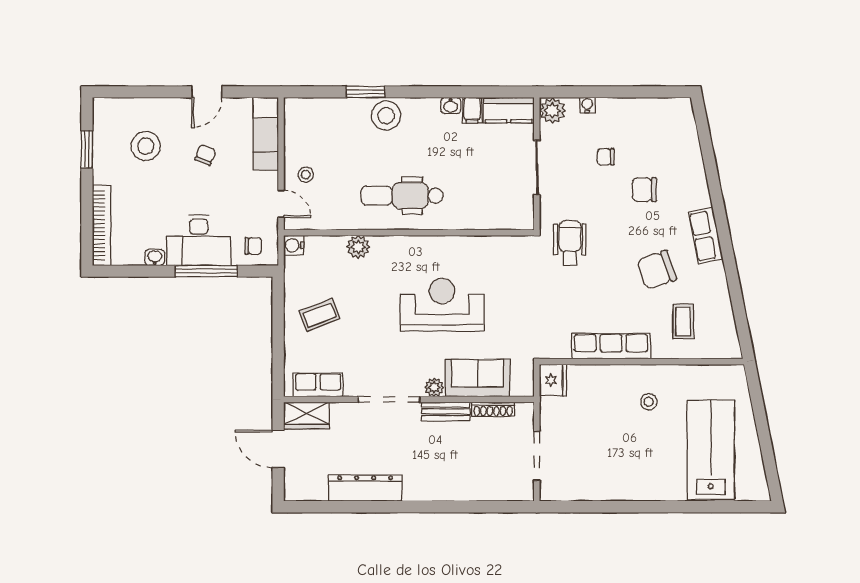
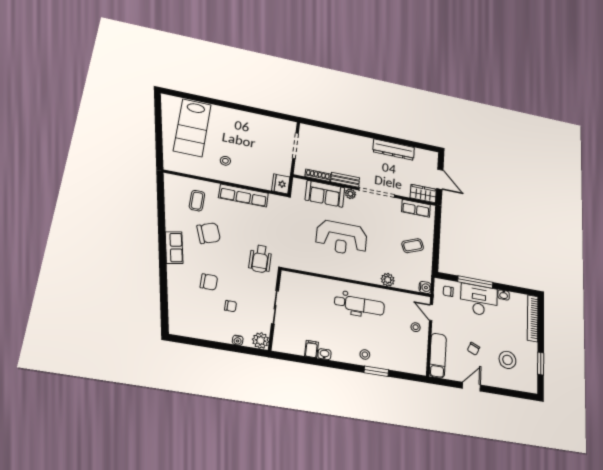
kitchen counter: (509, 110) -> (288, 345), removed
stool: (386, 116) -> (365, 354), width x0.53, depth x0.53

